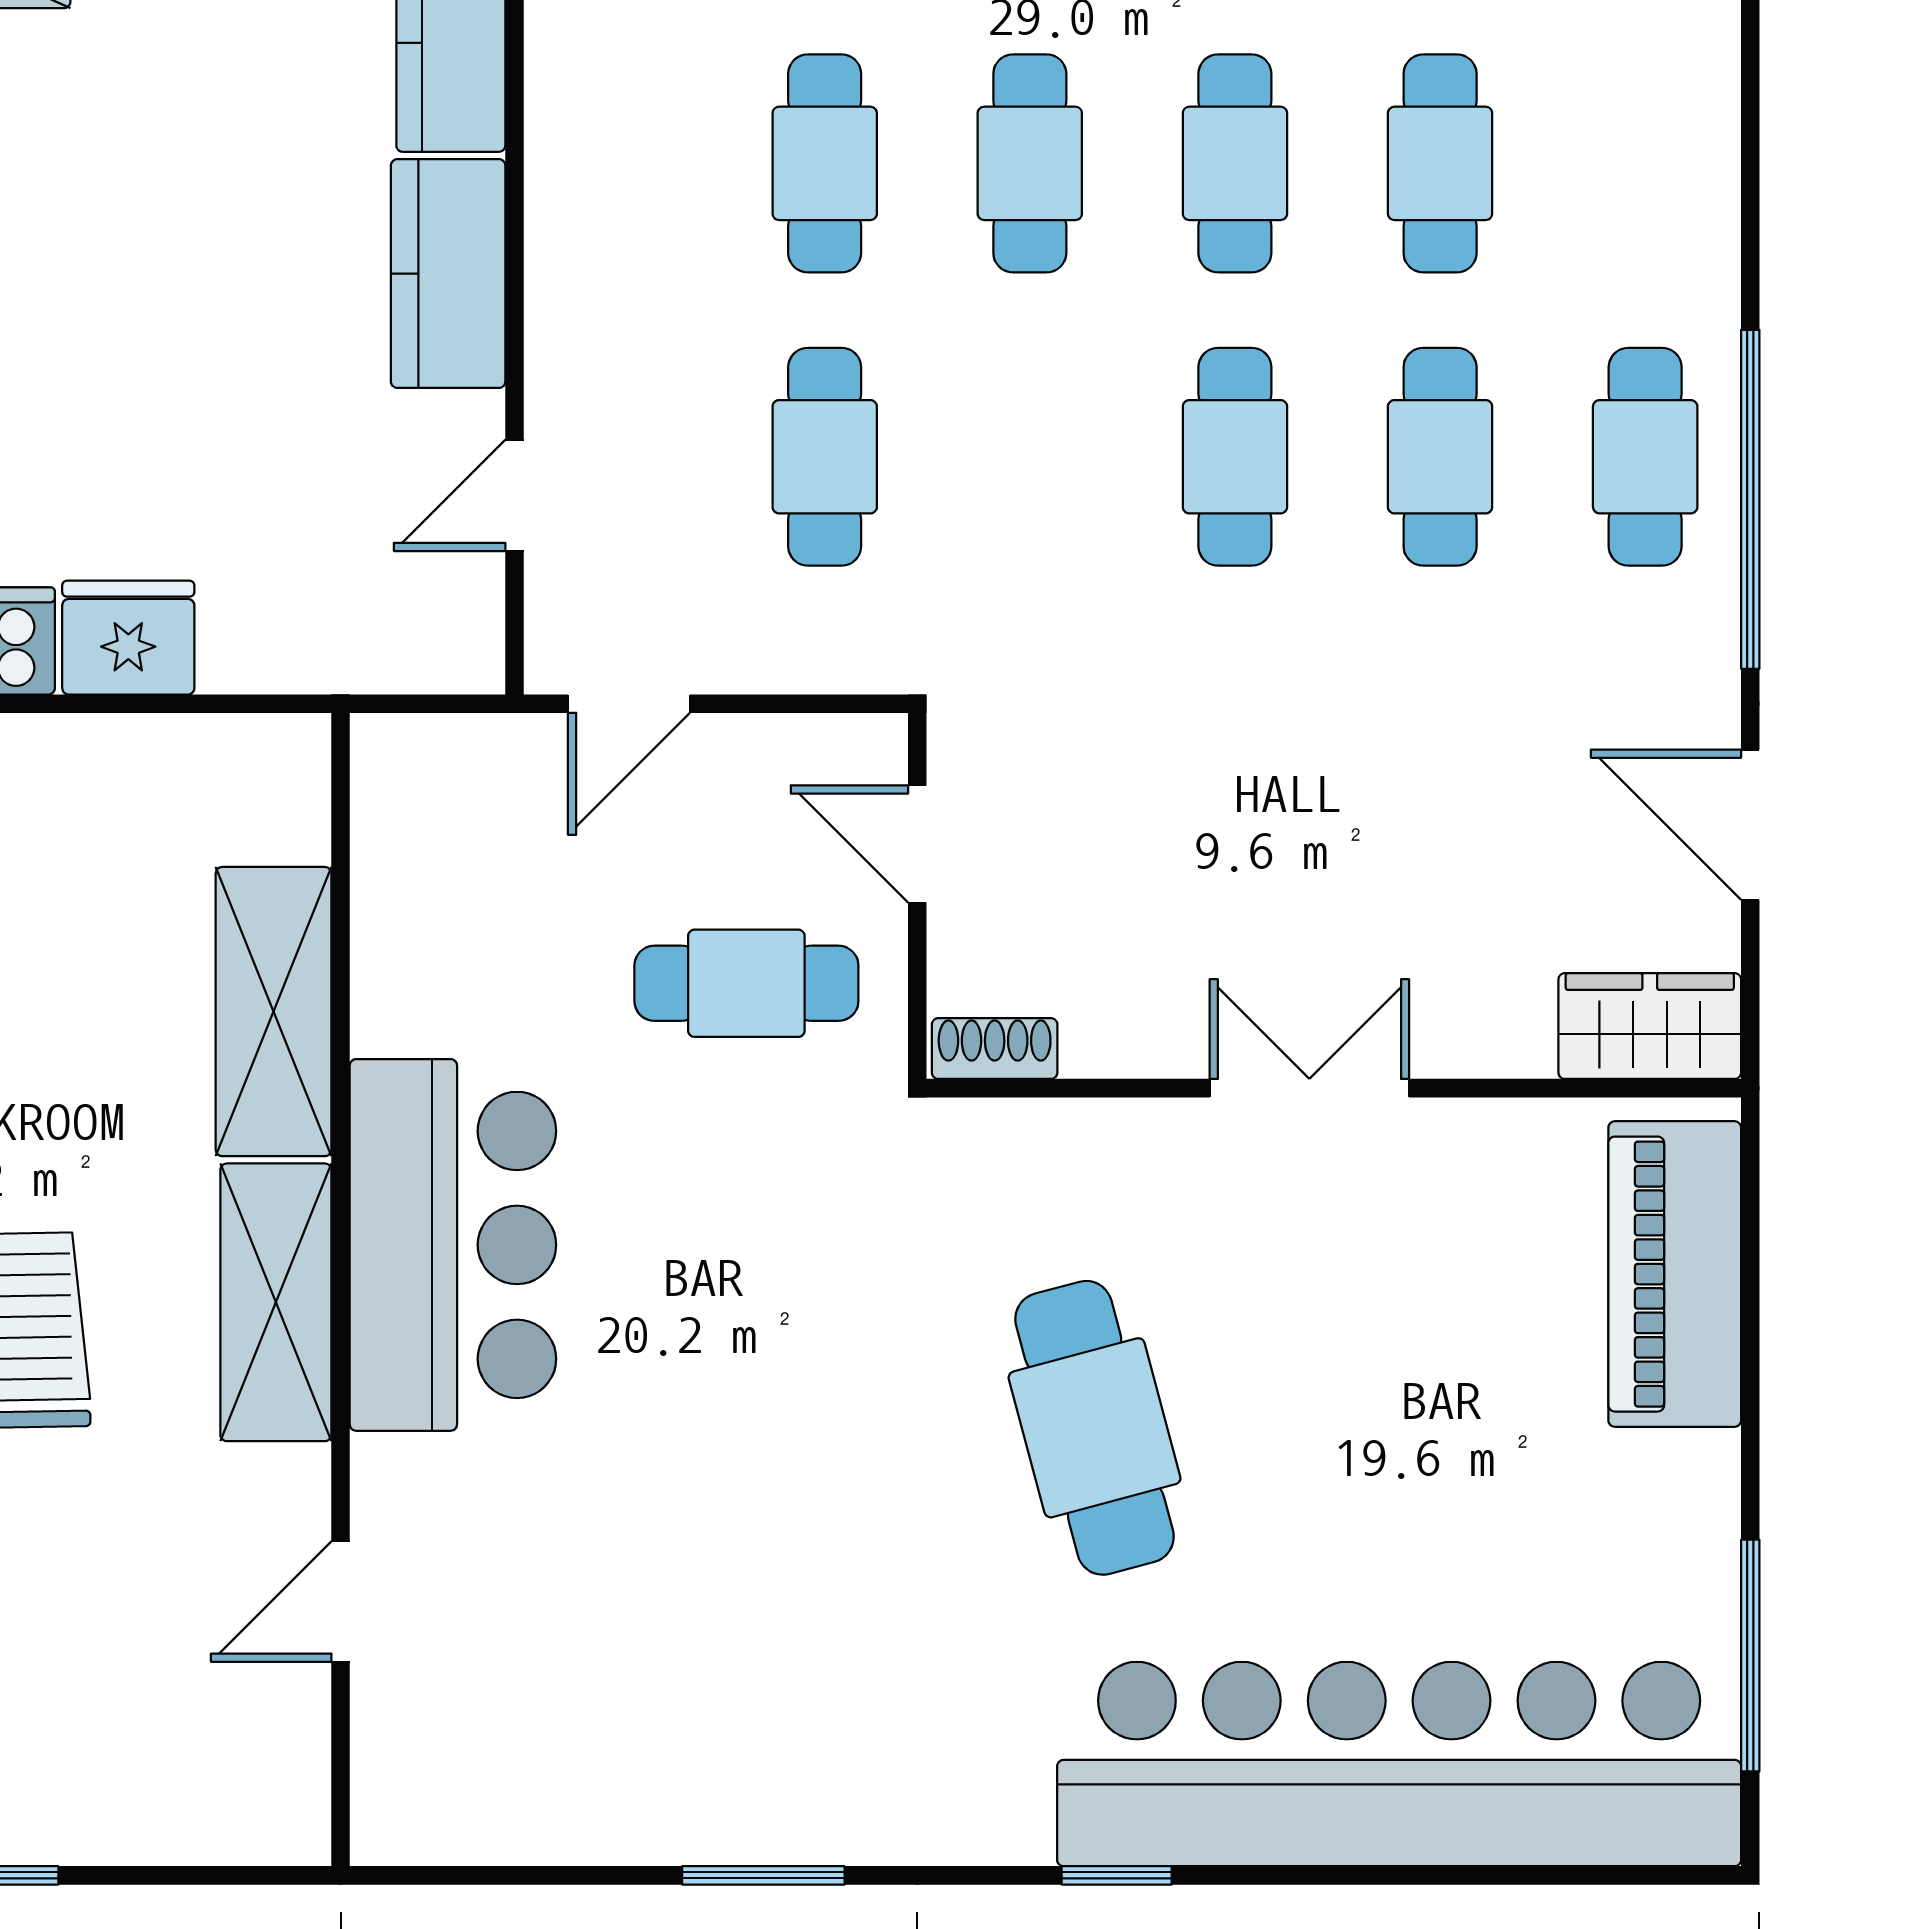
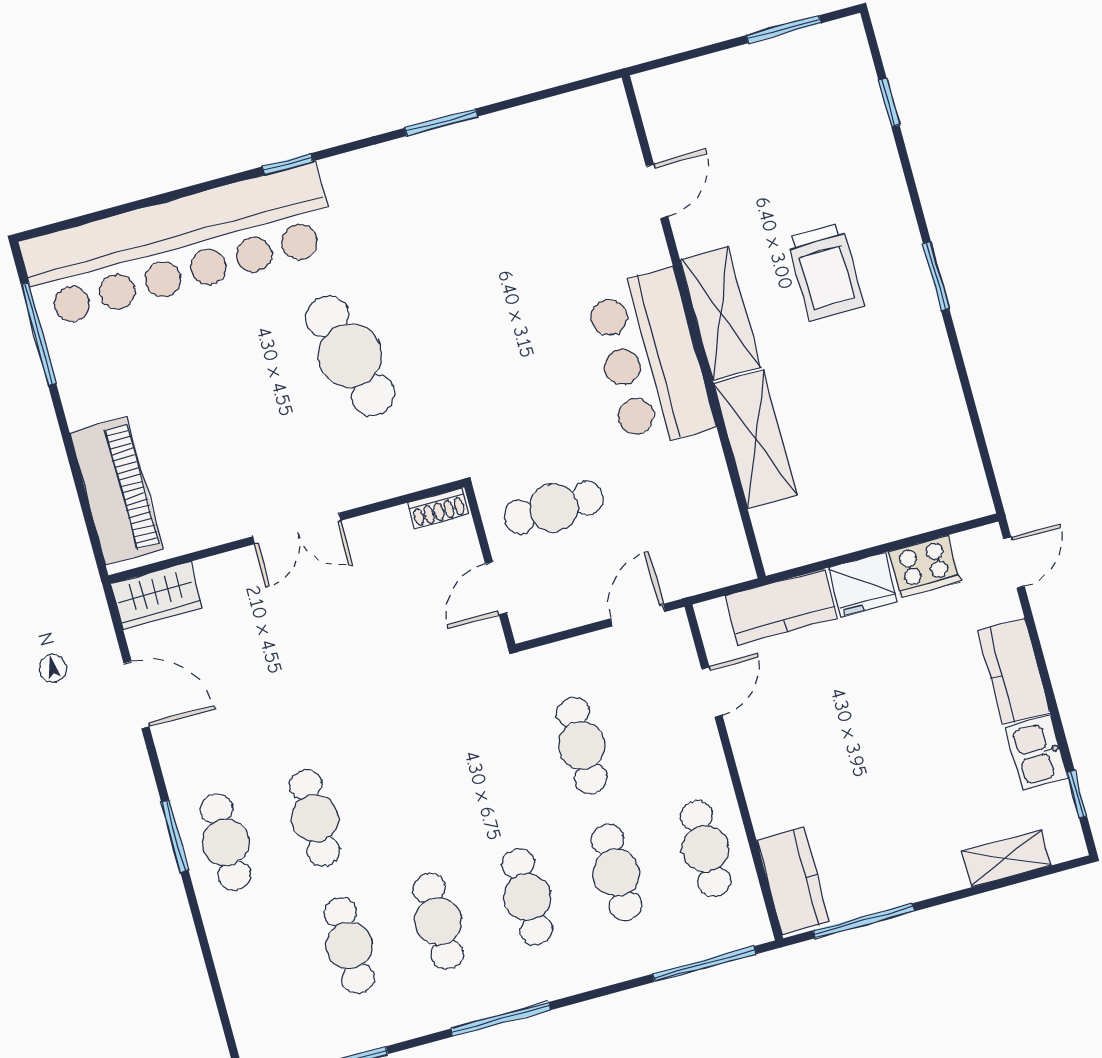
kitchen counter: (448, 274) -> (781, 607), moved, turned 90
cafe table: (1235, 457) -> (705, 849), moved
window: (1750, 499) -> (175, 836), width x0.47
door: (917, 844) -> (496, 588), swing flipped

